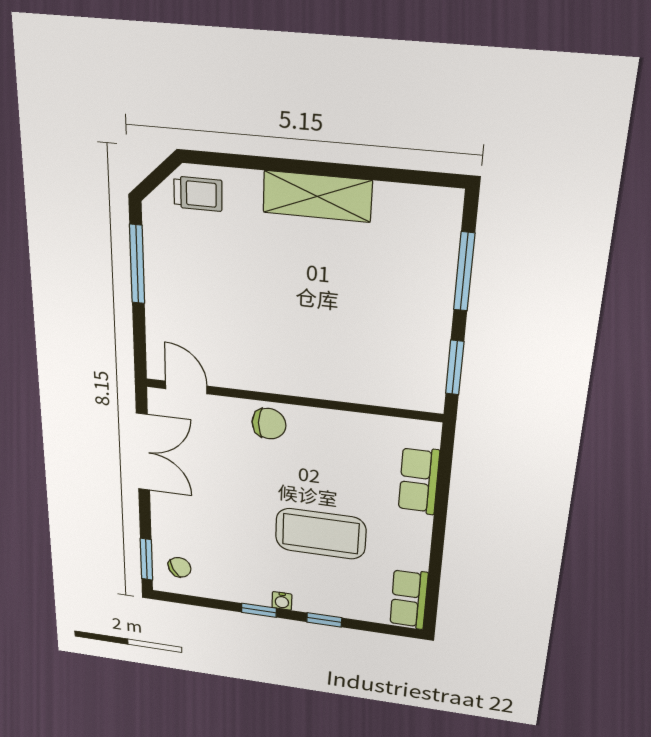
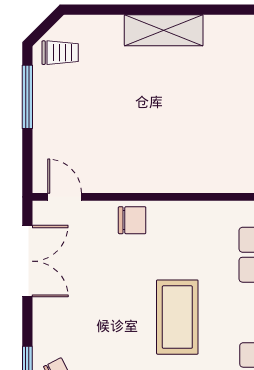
trolley: (198, 194) -> (60, 53), moved
coffee table: (321, 534) -> (177, 317), turned 90

